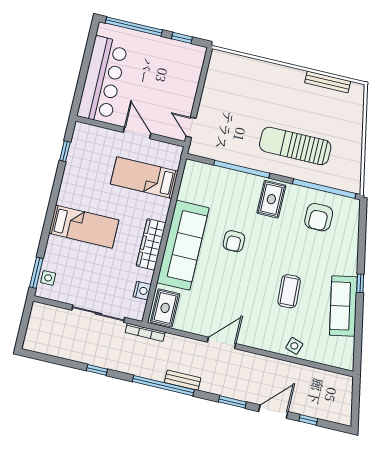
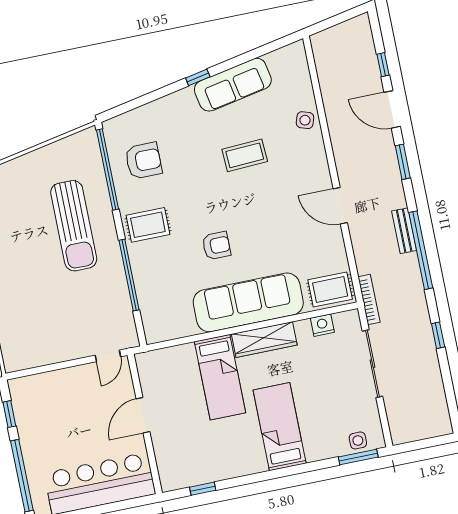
bed: (144, 178) -> (220, 377), moved

